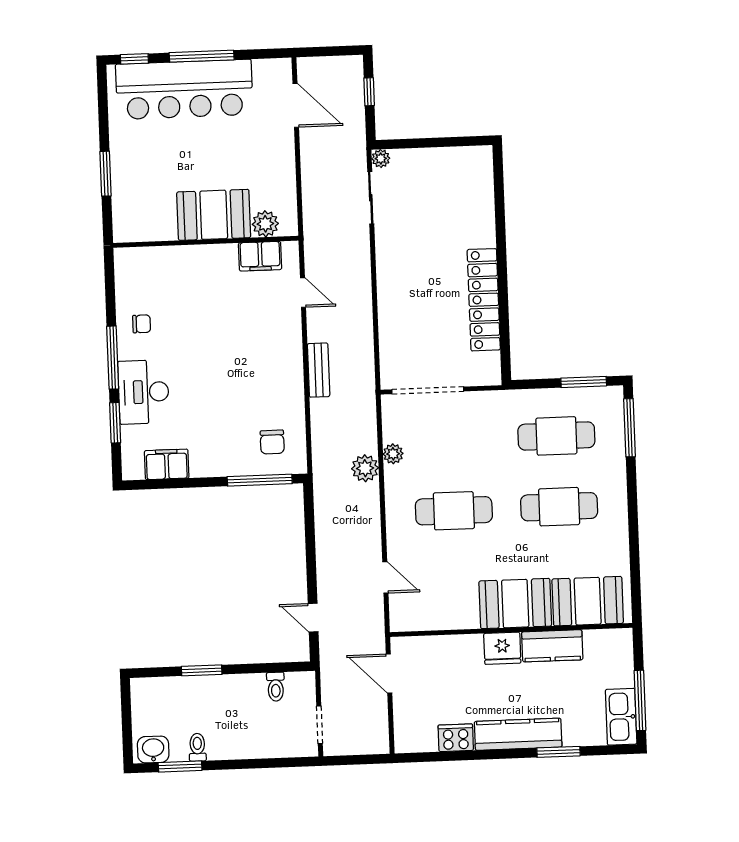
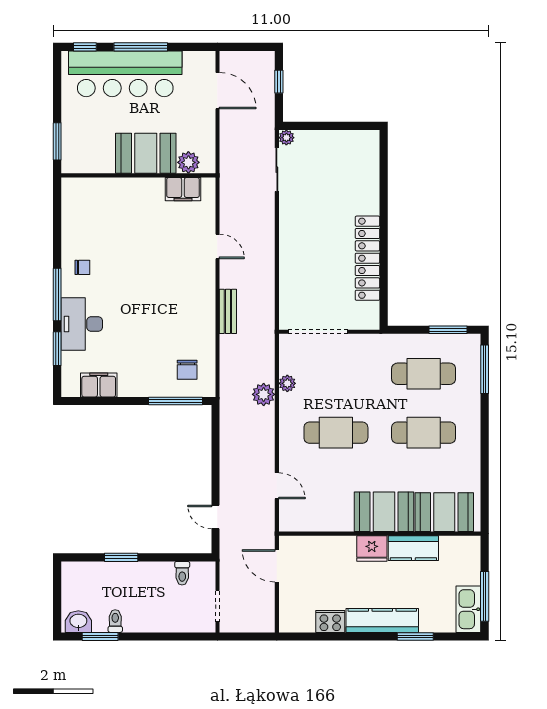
booth: (214, 215) -> (146, 153), moved
plant: (265, 224) -> (188, 162), moved
wall: (206, 242) -> (138, 175), moved
filing cabinet: (260, 256) -> (183, 189), moved

